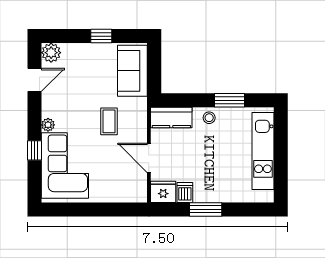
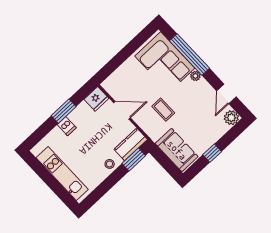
window: (229, 100) -> (134, 160), moved
window: (35, 150) -> (190, 55), width x3.17
dishwasher: (185, 192) -> (67, 126), moved

